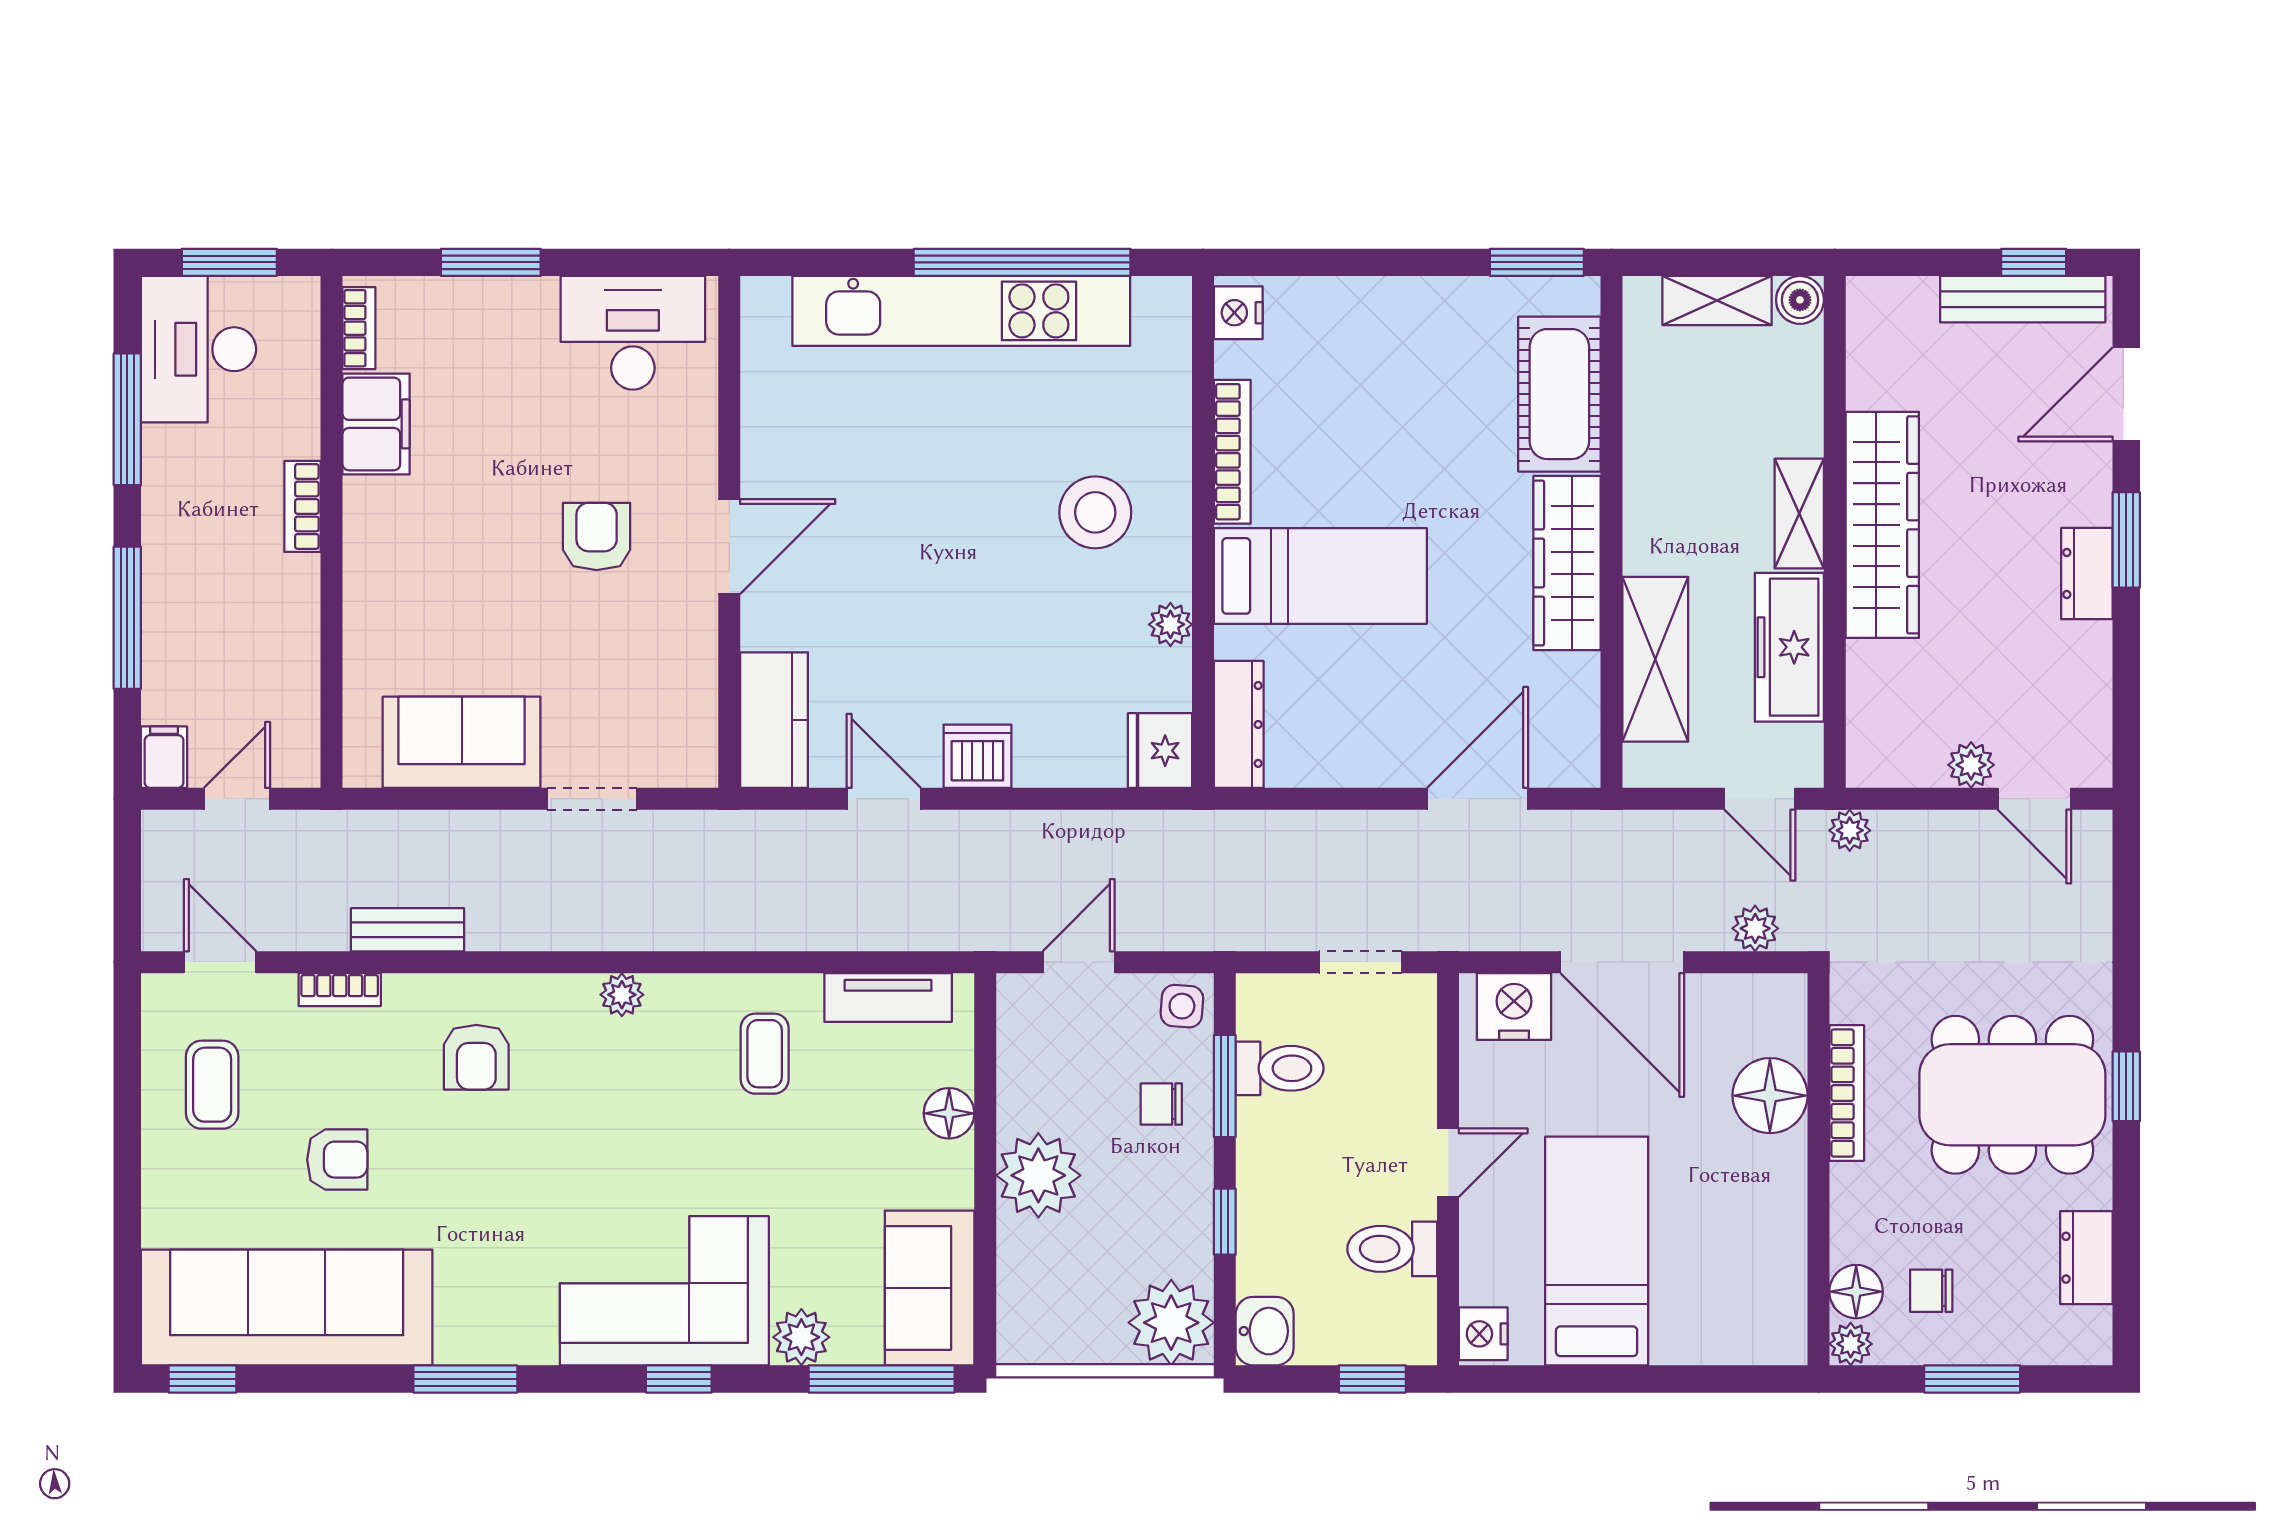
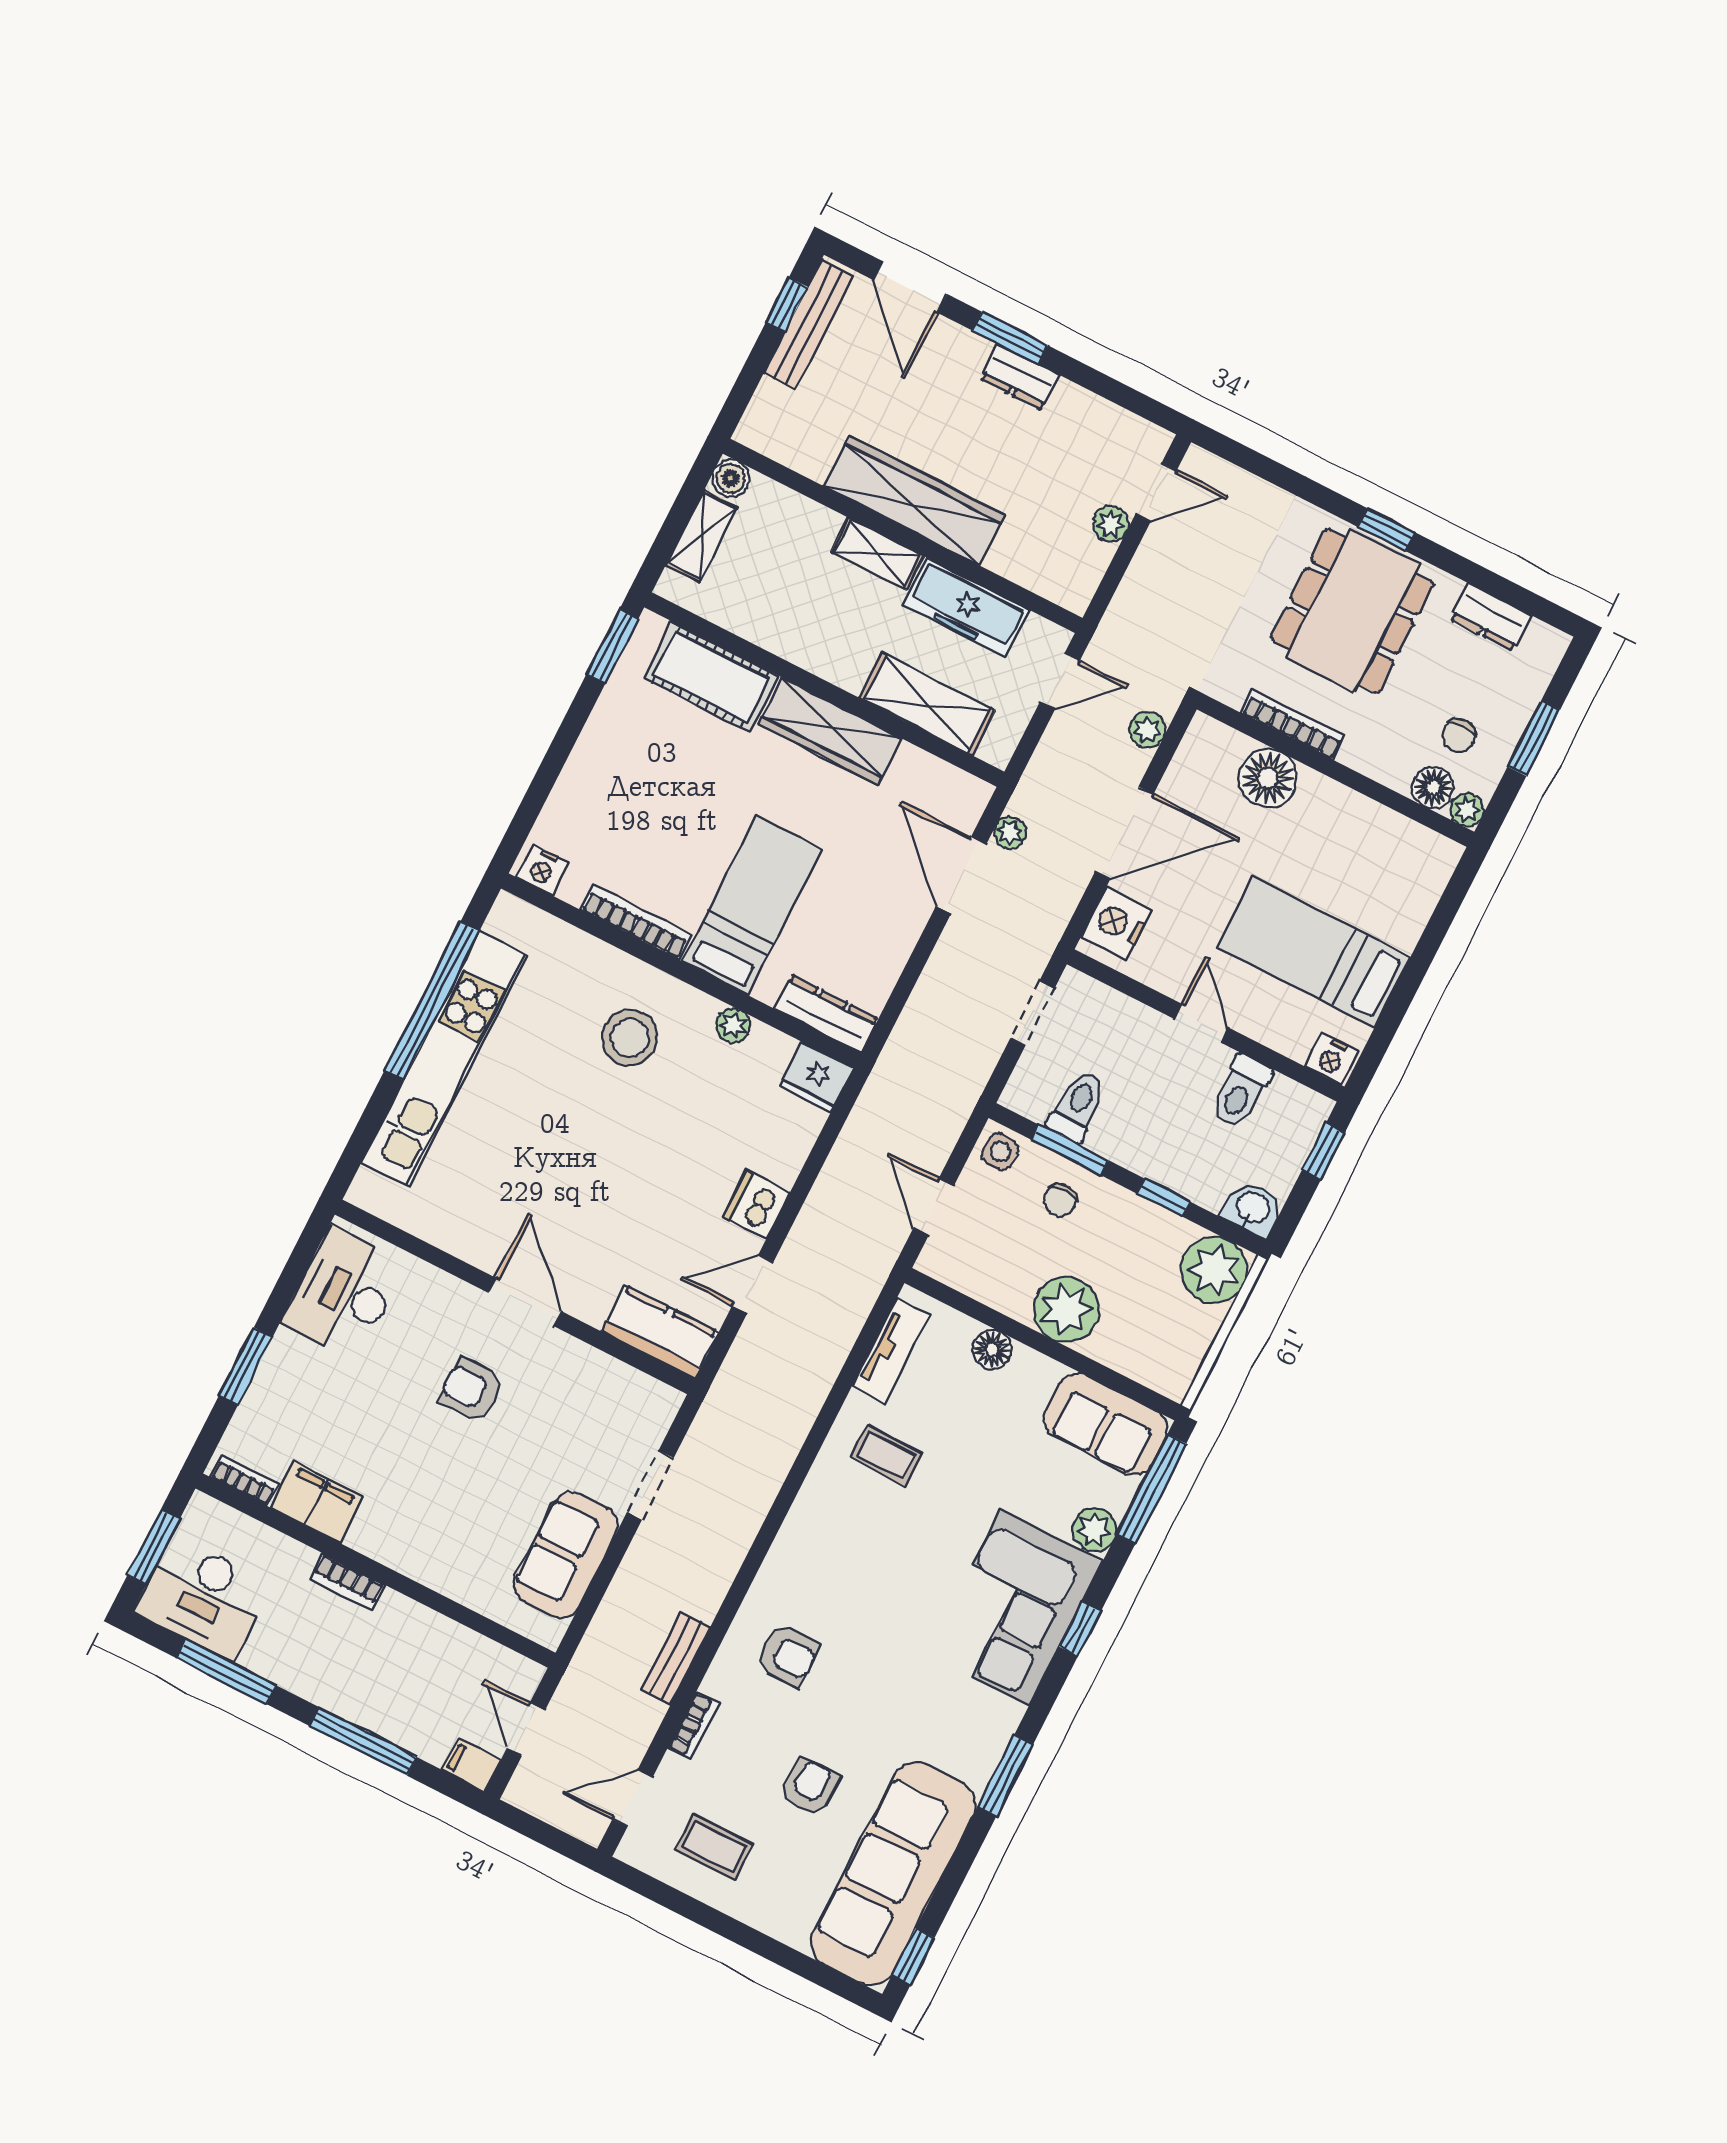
plant: (1850, 830) -> (1010, 833), moved
plant: (622, 995) -> (796, 1533), removed

